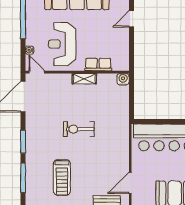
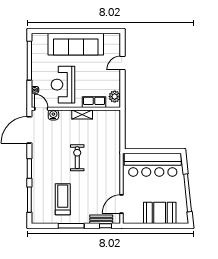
plant: (122, 58) -> (115, 97), added
water cooler: (123, 79) -> (53, 115), moved
exercise bike: (79, 129) -> (77, 158), turned 90
treadmill: (62, 177) -> (63, 199), turned 180

